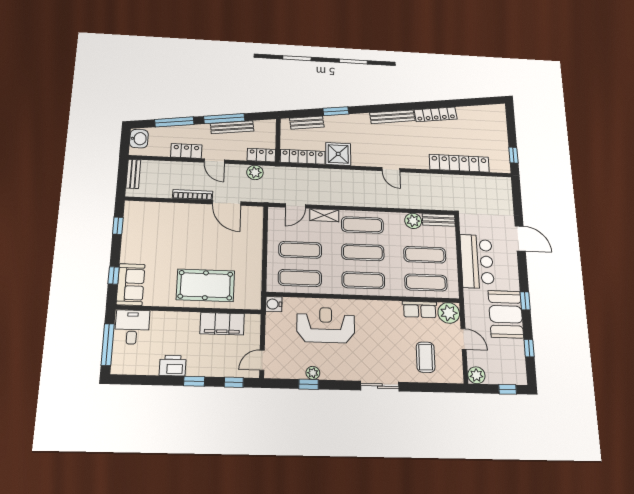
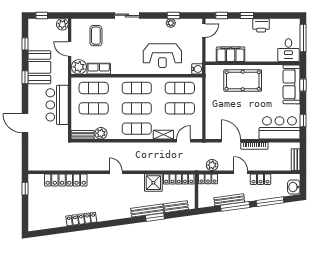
bench: (392, 117) -> (147, 211), moved
bar counter: (154, 217) -> (279, 128), added
sofa: (131, 284) -> (292, 84), width x1.36

